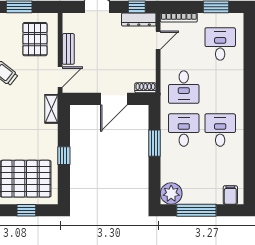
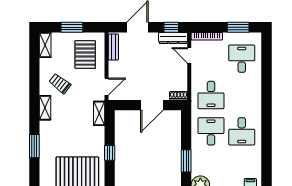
door: (158, 40) -> (189, 55), swing flipped
bench: (68, 49) -> (113, 47), moved
desk: (220, 130) -> (242, 131), turned 180
window: (154, 143) -> (186, 161), moved

